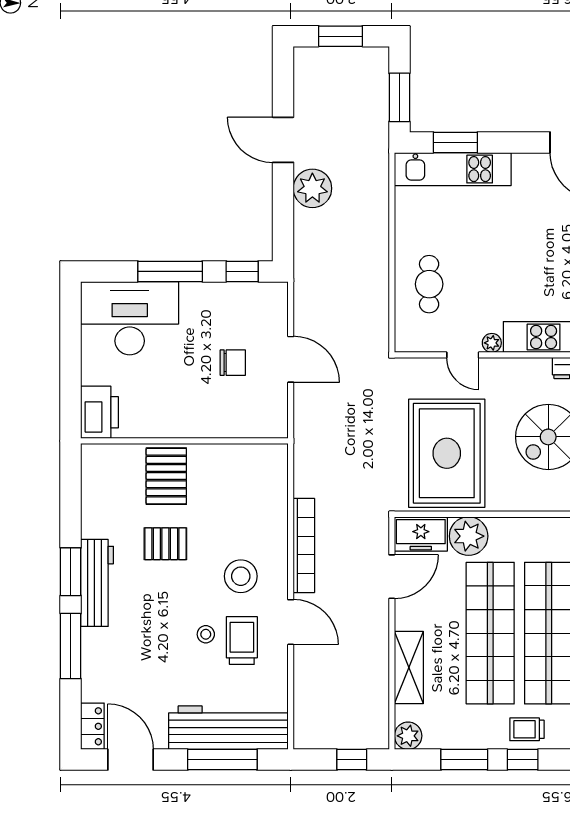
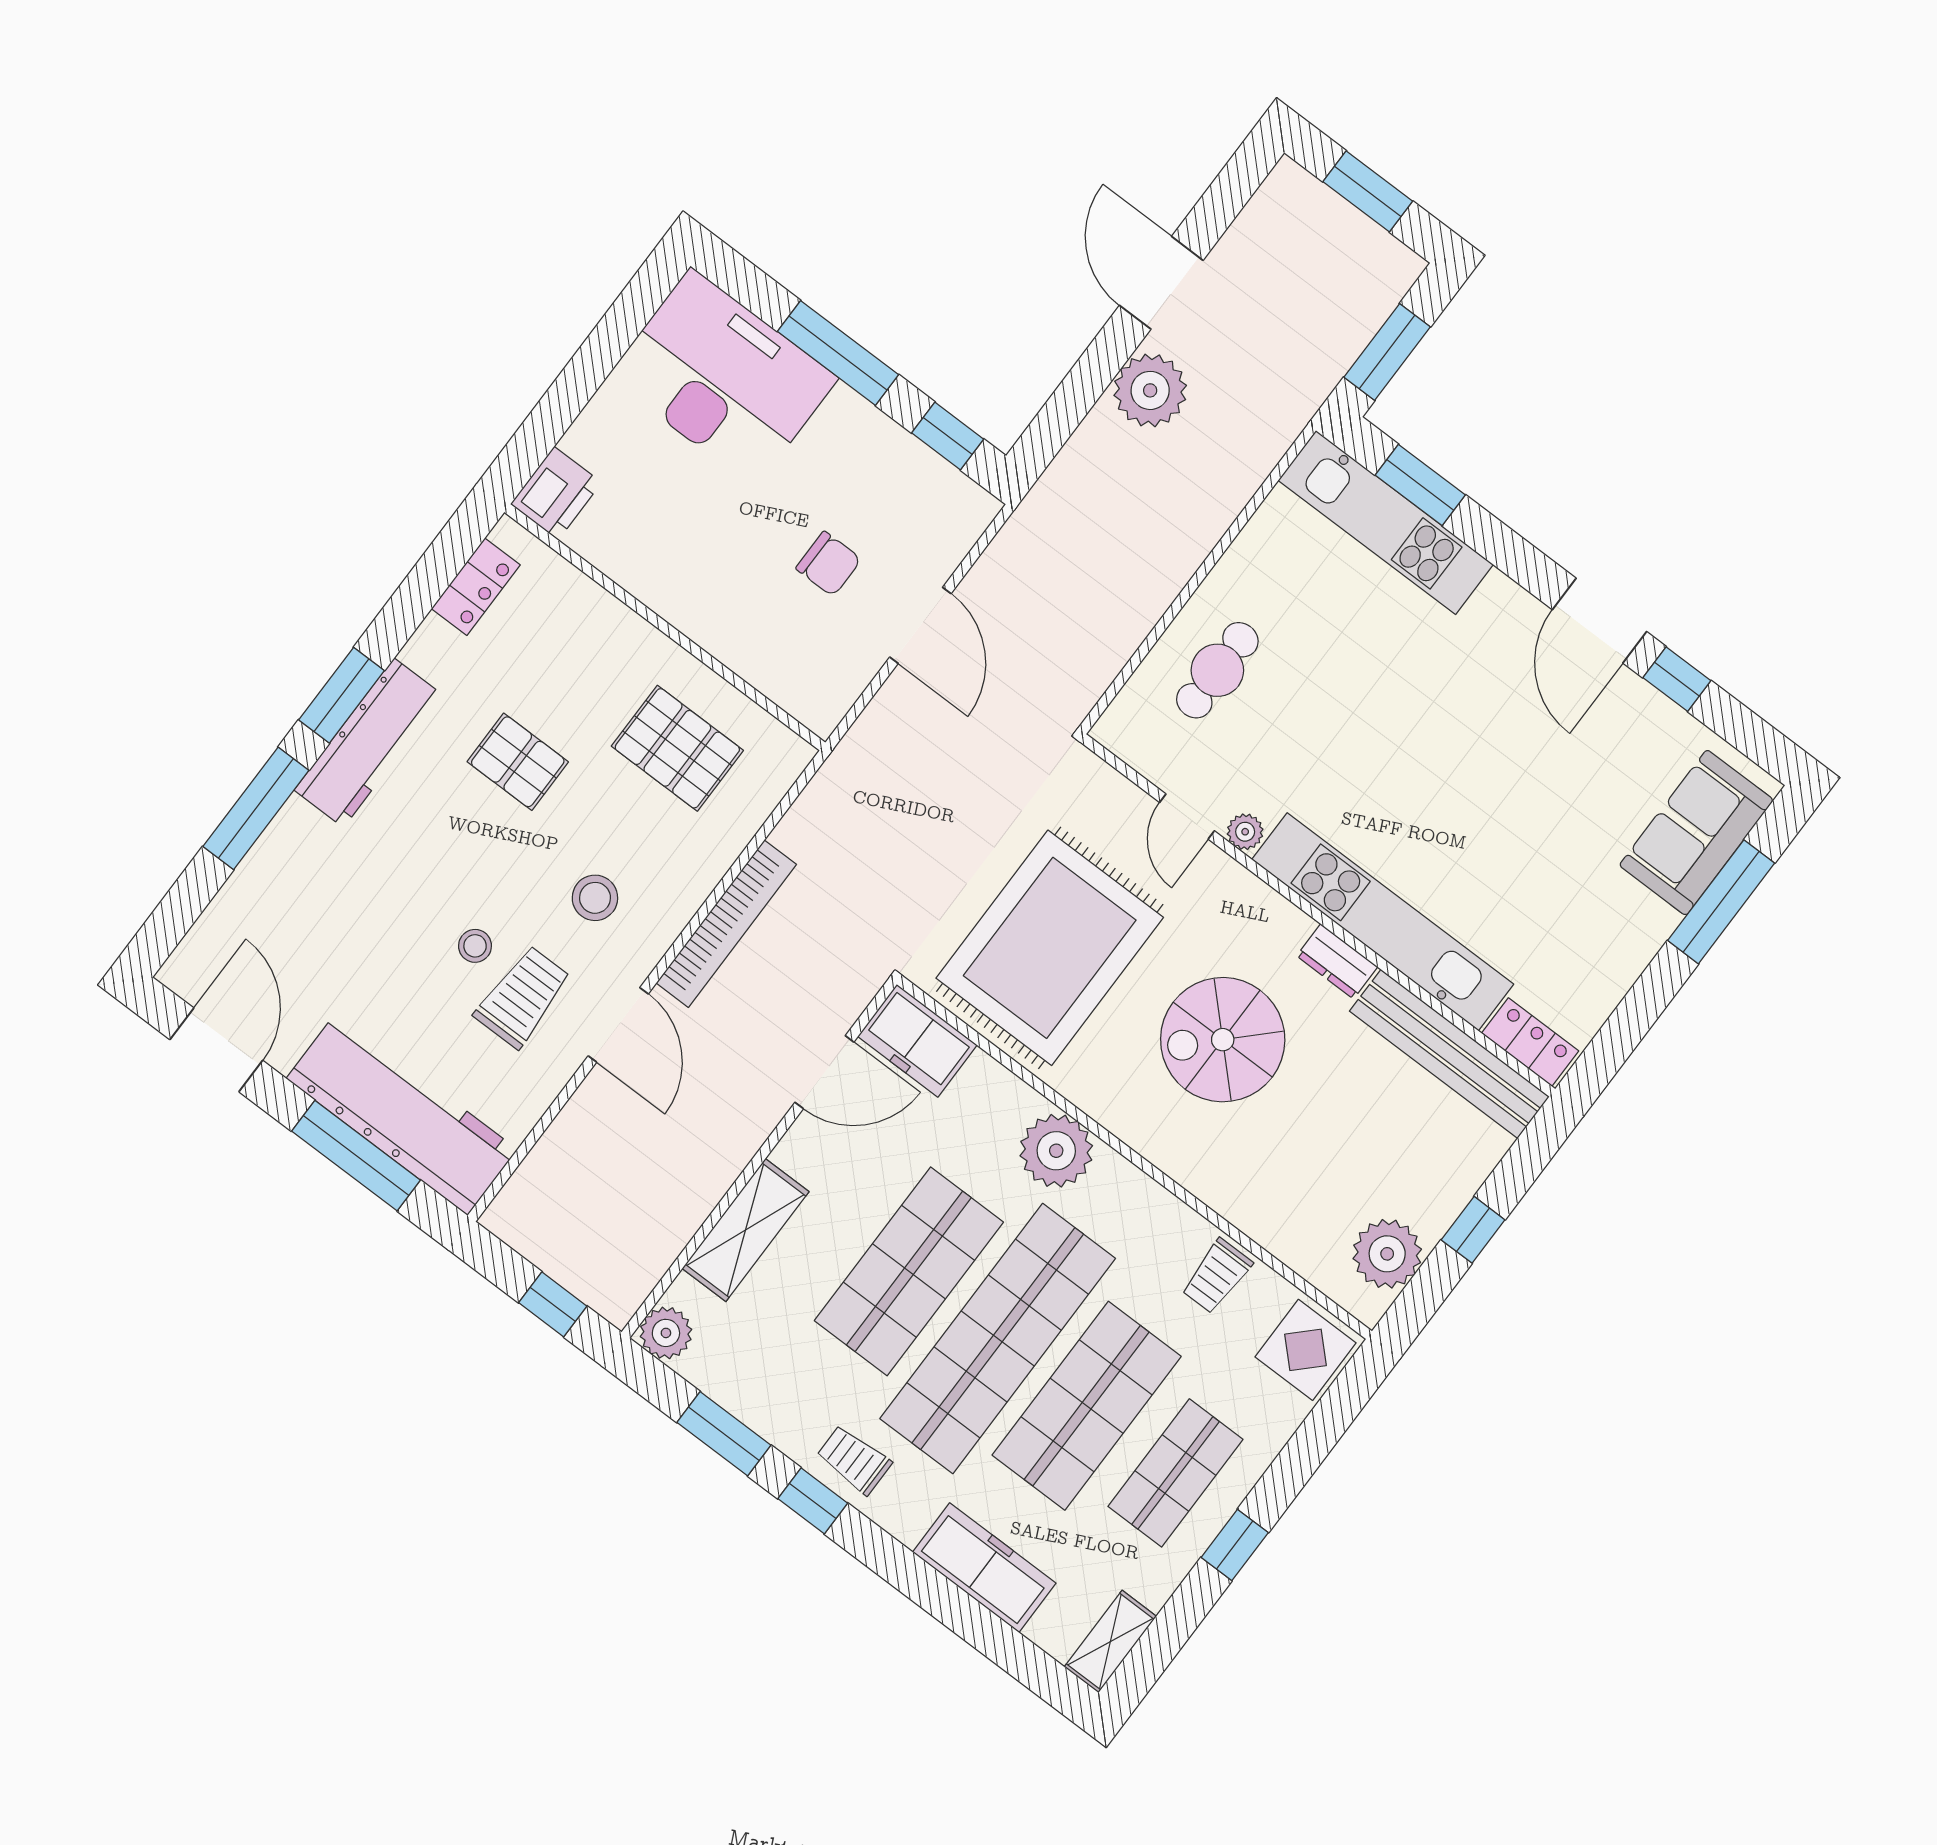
printer: (100, 412) -> (556, 493), width x0.73, depth x0.84
pallet: (166, 476) -> (677, 748), moved, turned 90
plant: (469, 536) -> (1056, 1151), moved
stool: (241, 576) -> (595, 898), width x0.73, depth x0.73
shop shelf: (490, 633) -> (909, 1271), width x0.71
locker: (92, 726) -> (476, 587), moved

